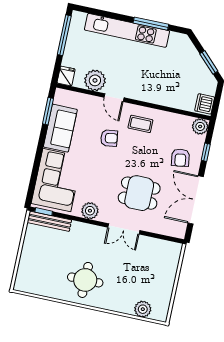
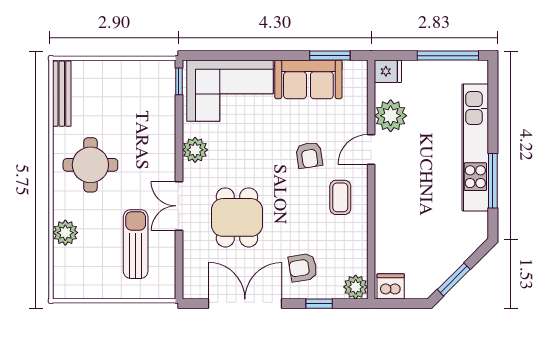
bench: (49, 221) -> (62, 94), moved
sun lounger: (142, 262) -> (136, 244), added
plant: (143, 309) -> (65, 233), moved

